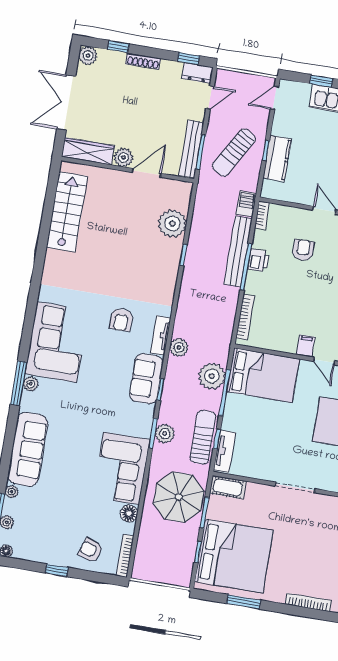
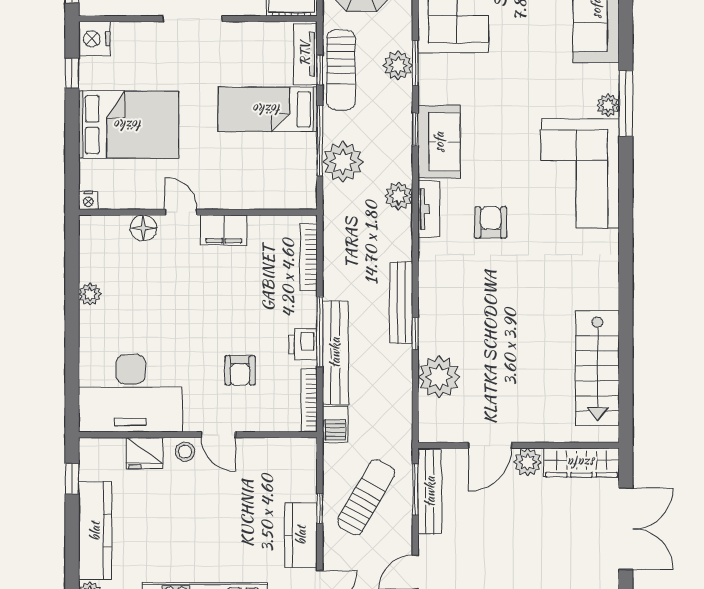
kitchen counter: (277, 158) -> (301, 535), moved
bookcase: (262, 215) -> (309, 400), width x1.56
bench: (189, 277) -> (401, 303), added
filing cabinet: (306, 346) -> (224, 230), width x2.00
bed: (263, 375) -> (268, 109), moved, width x0.67

